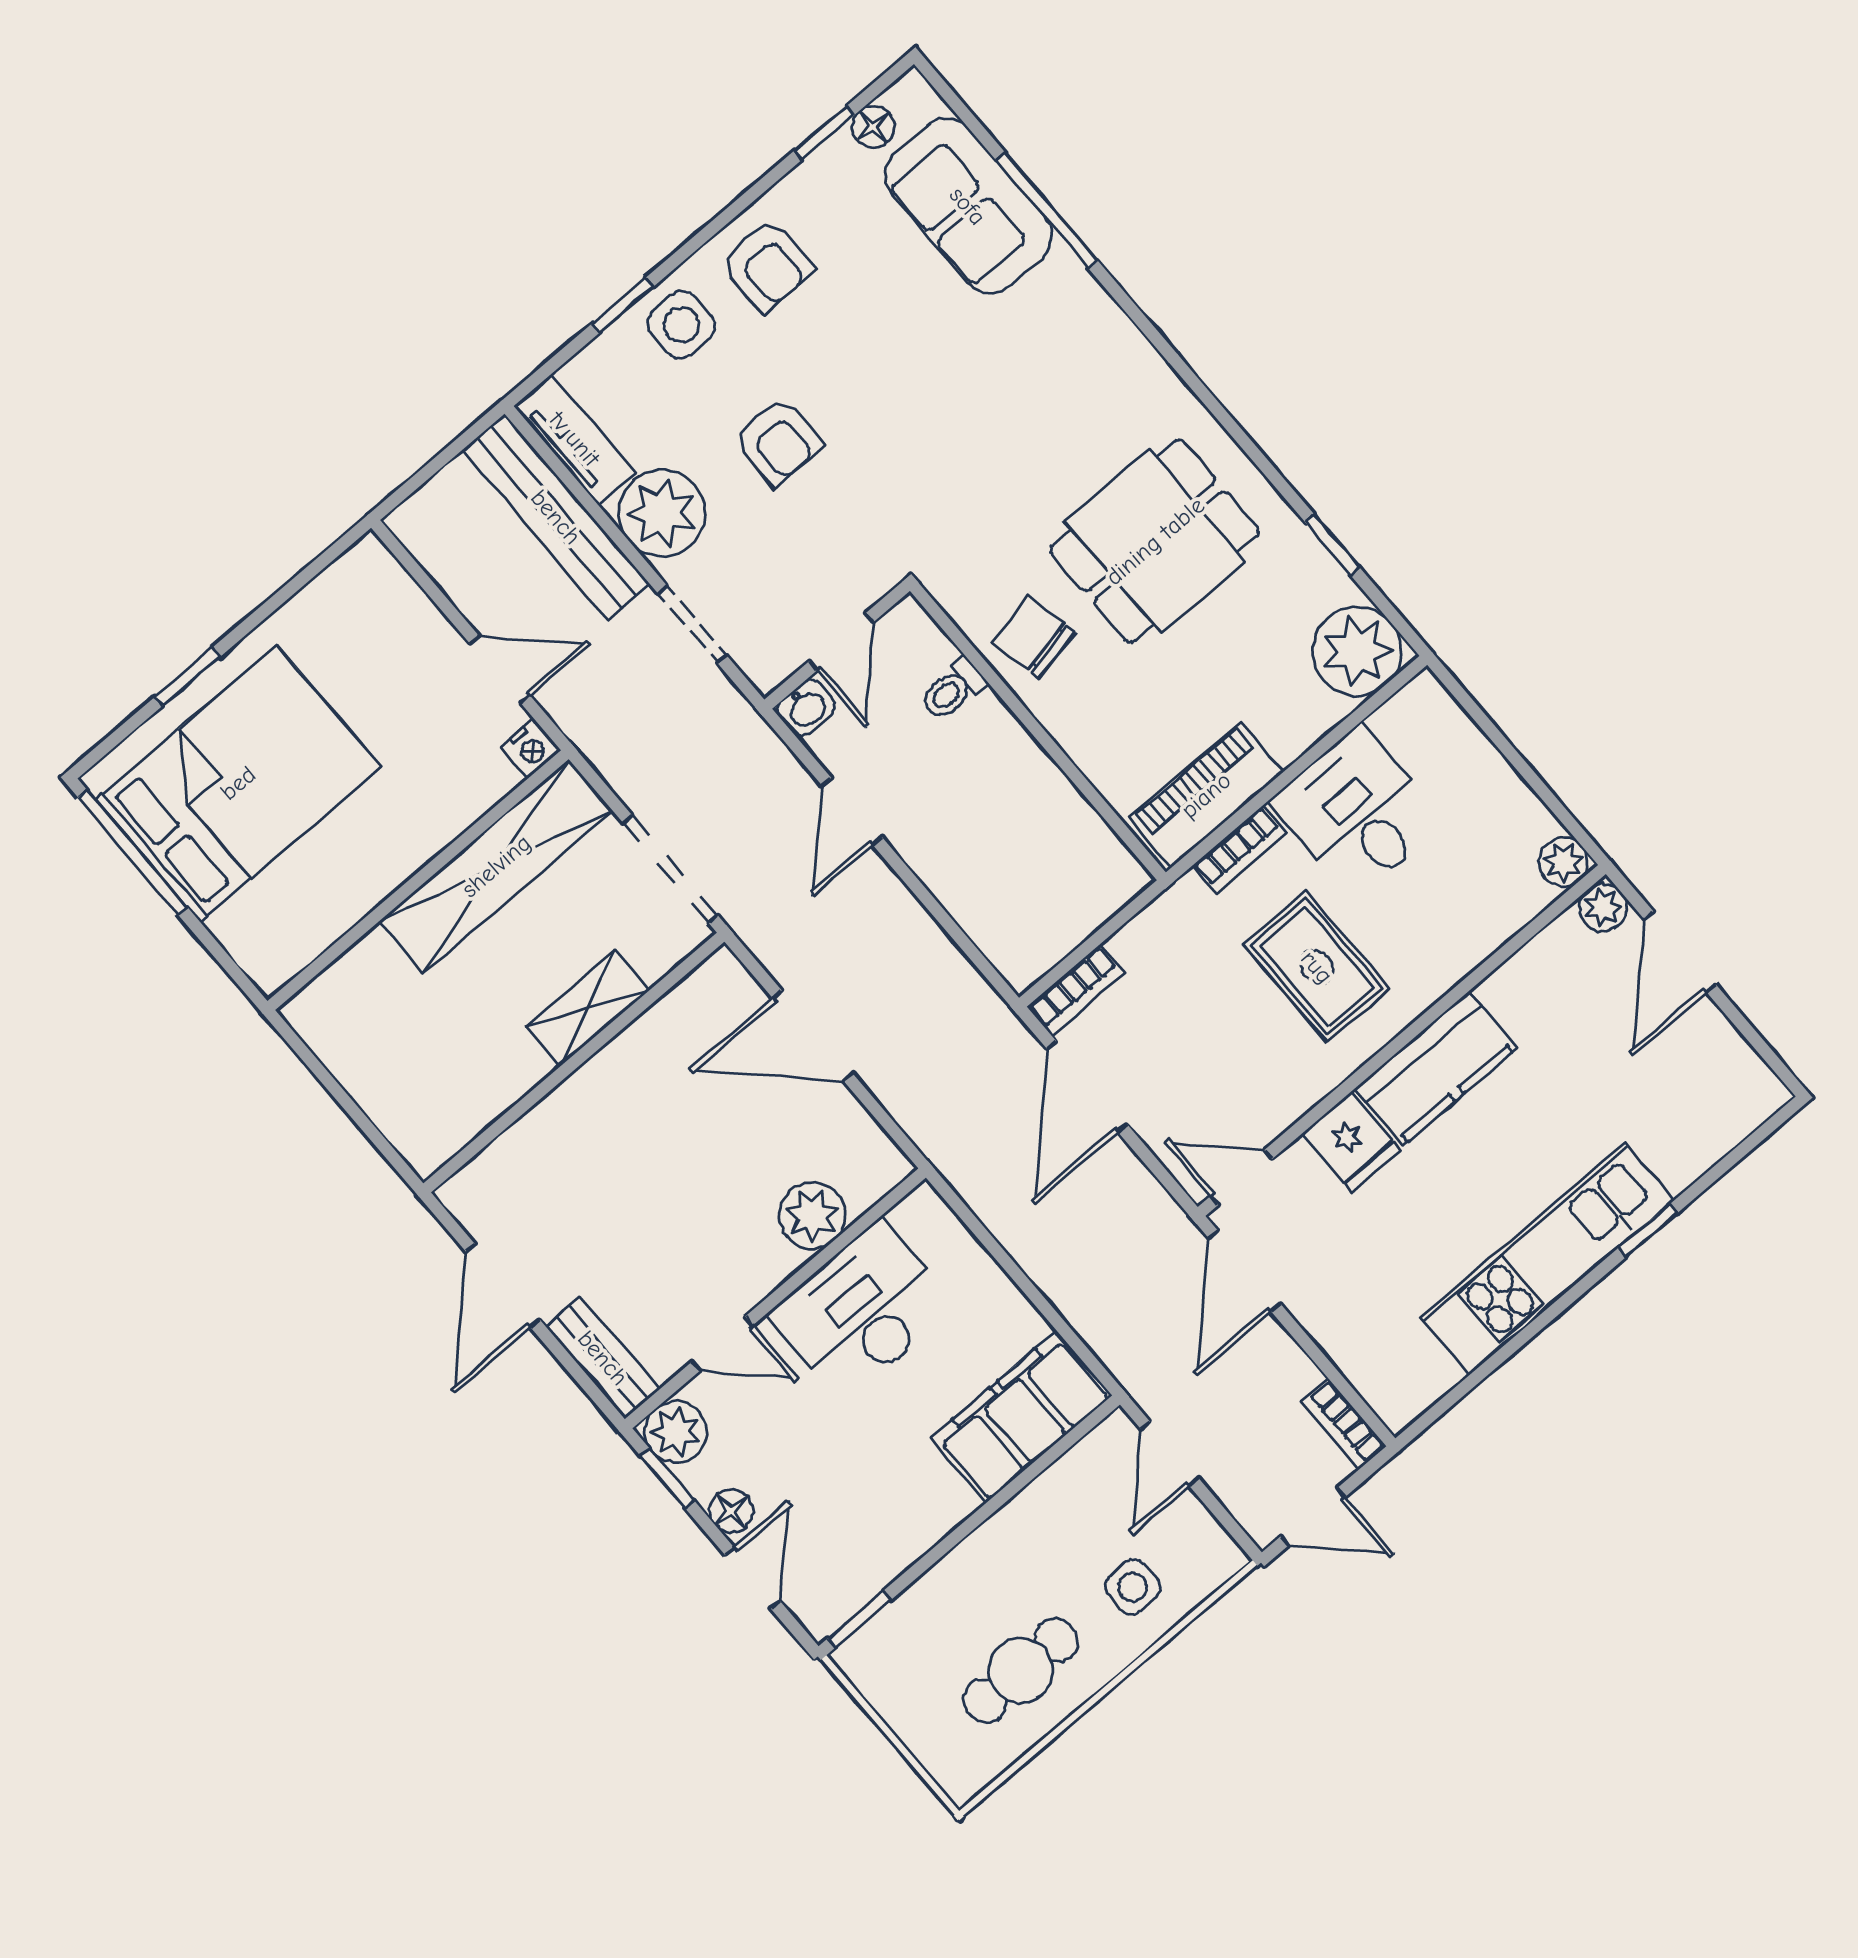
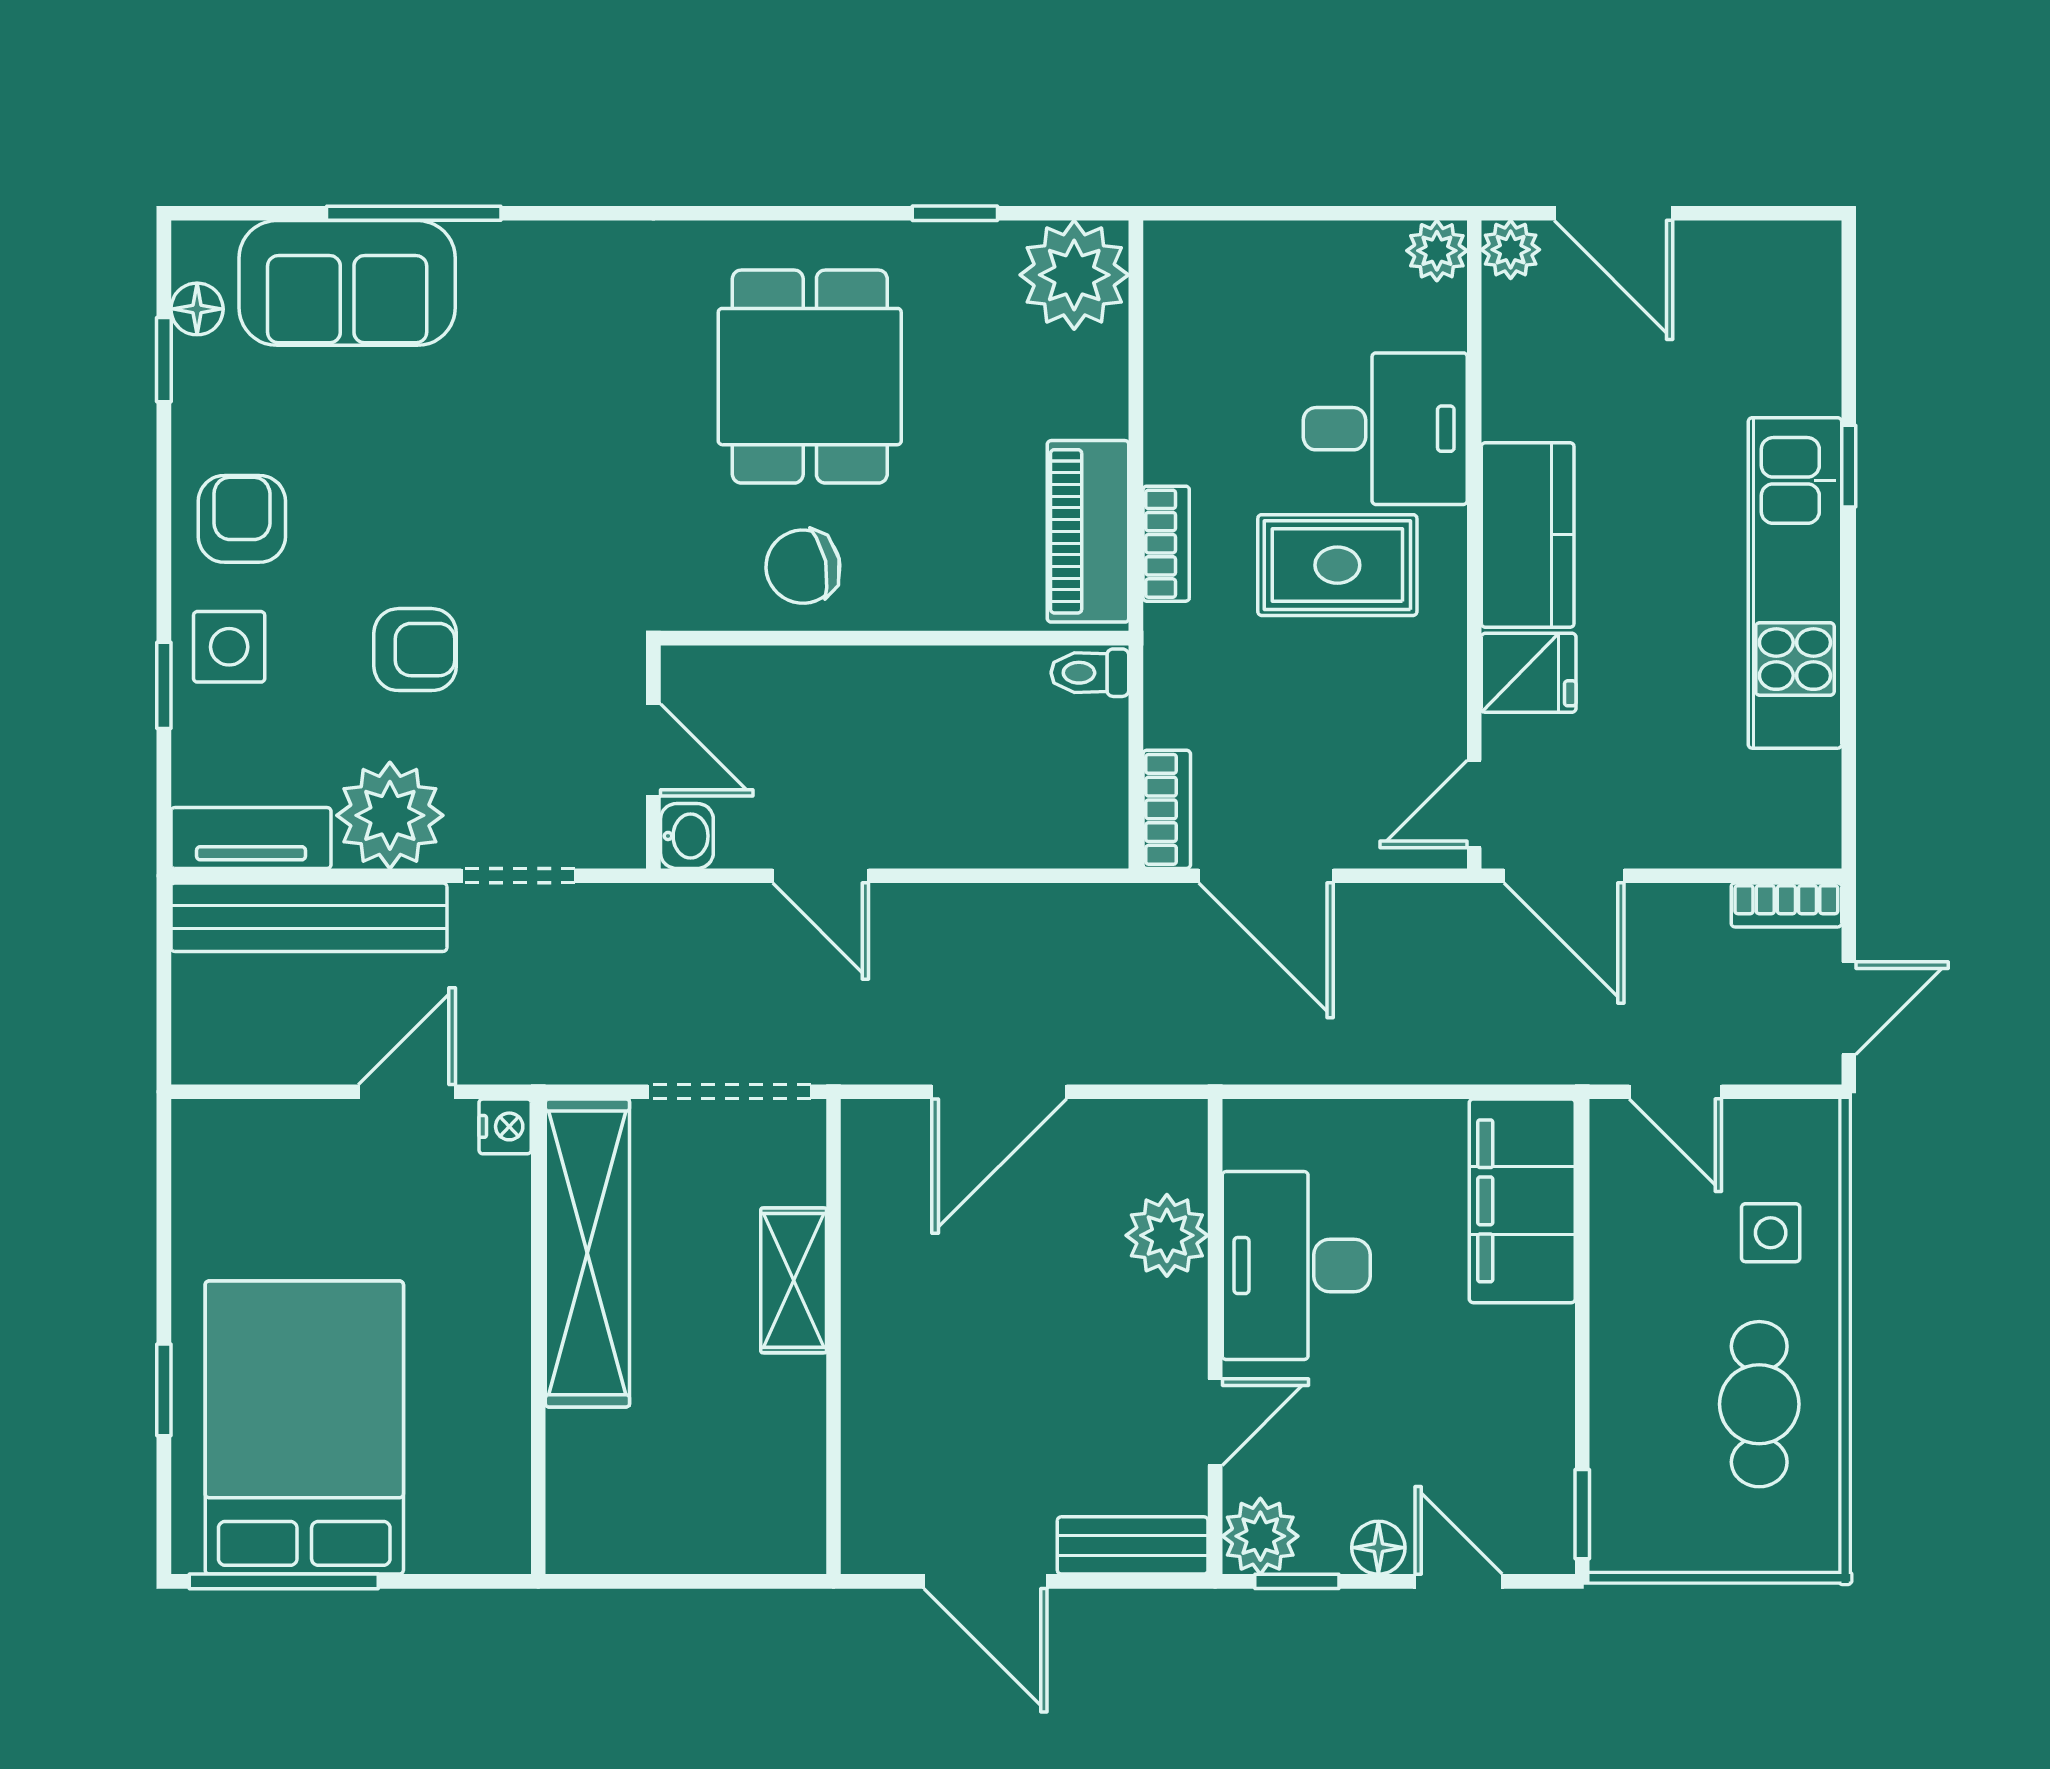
armchair: (767, 265) -> (242, 519), turned -90
toilet: (953, 690) -> (1090, 673), moved, turned 90
desk: (1357, 812) -> (1385, 429), moved, turned 180

